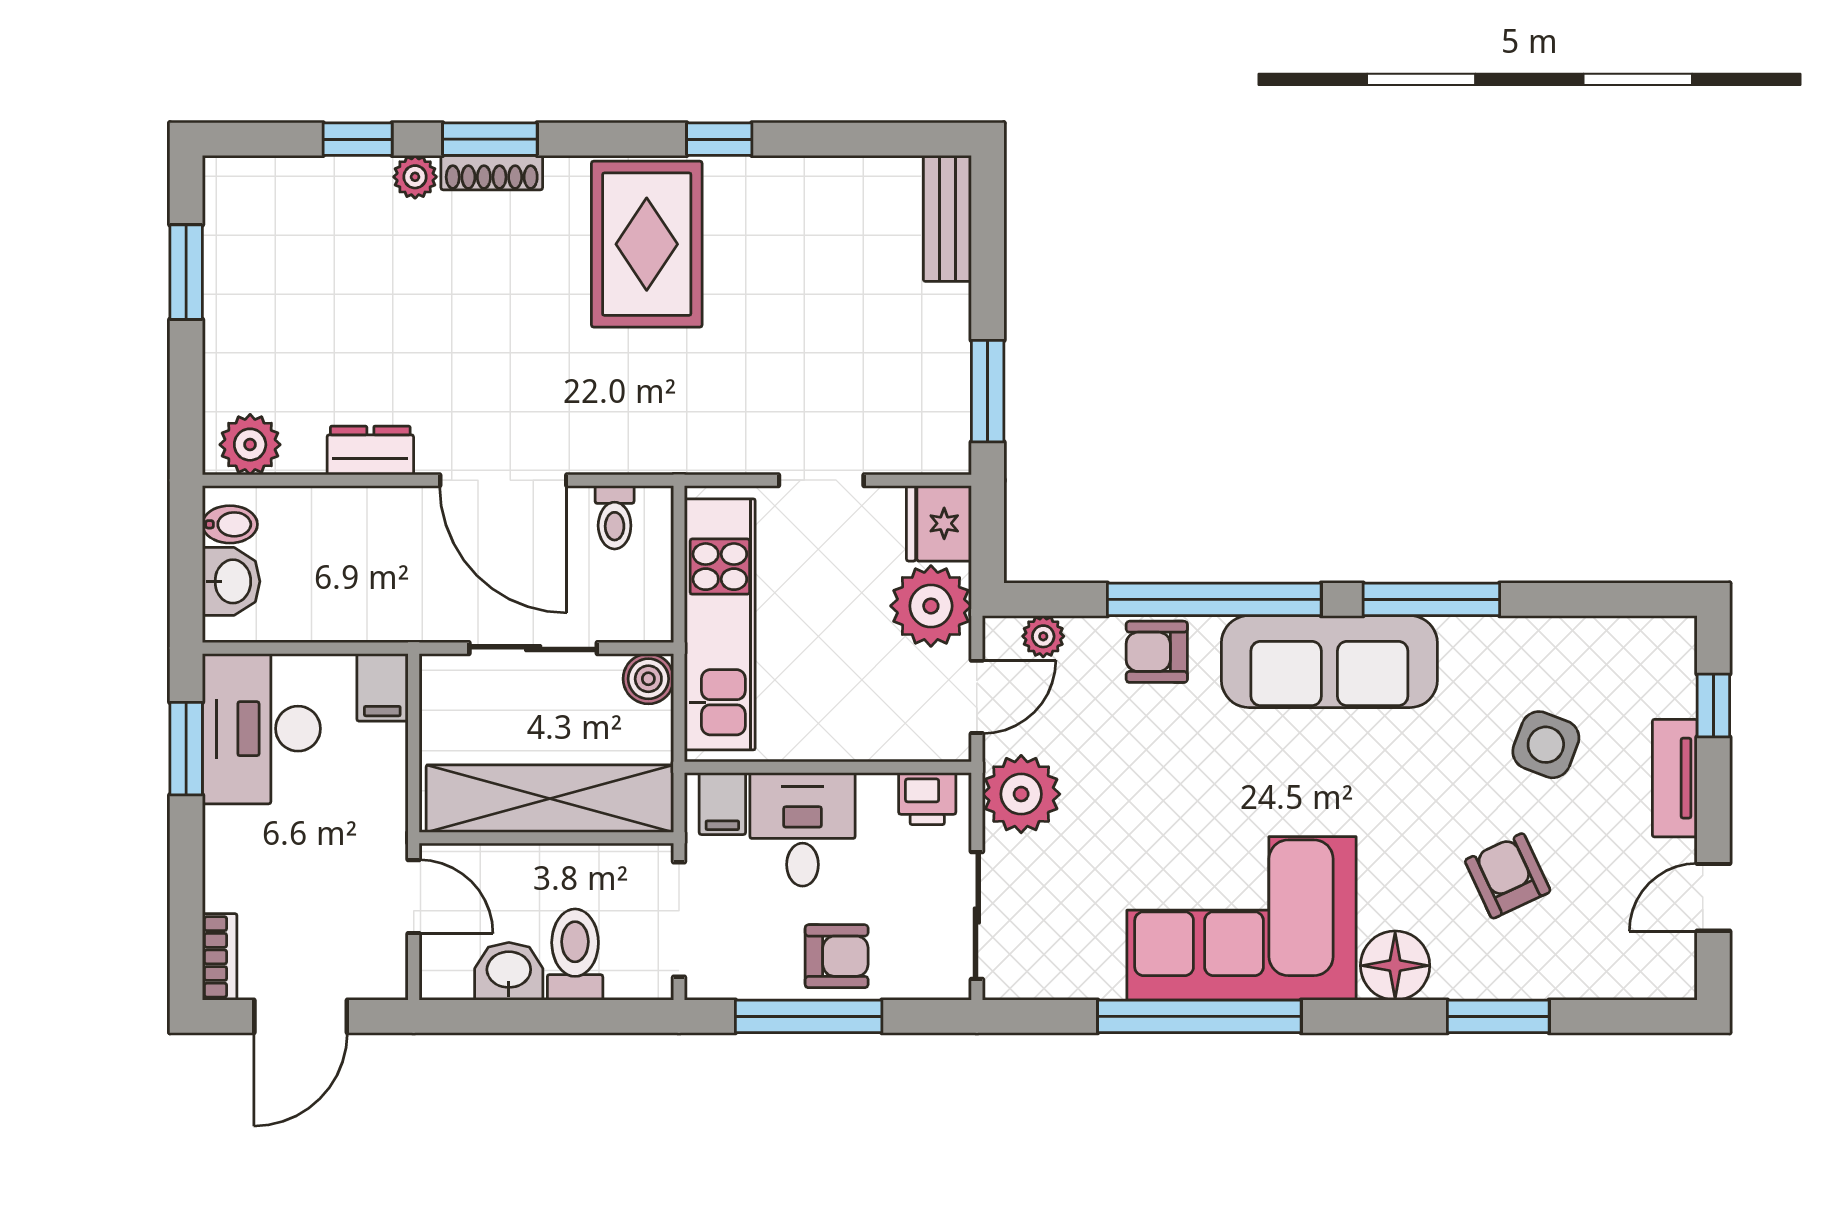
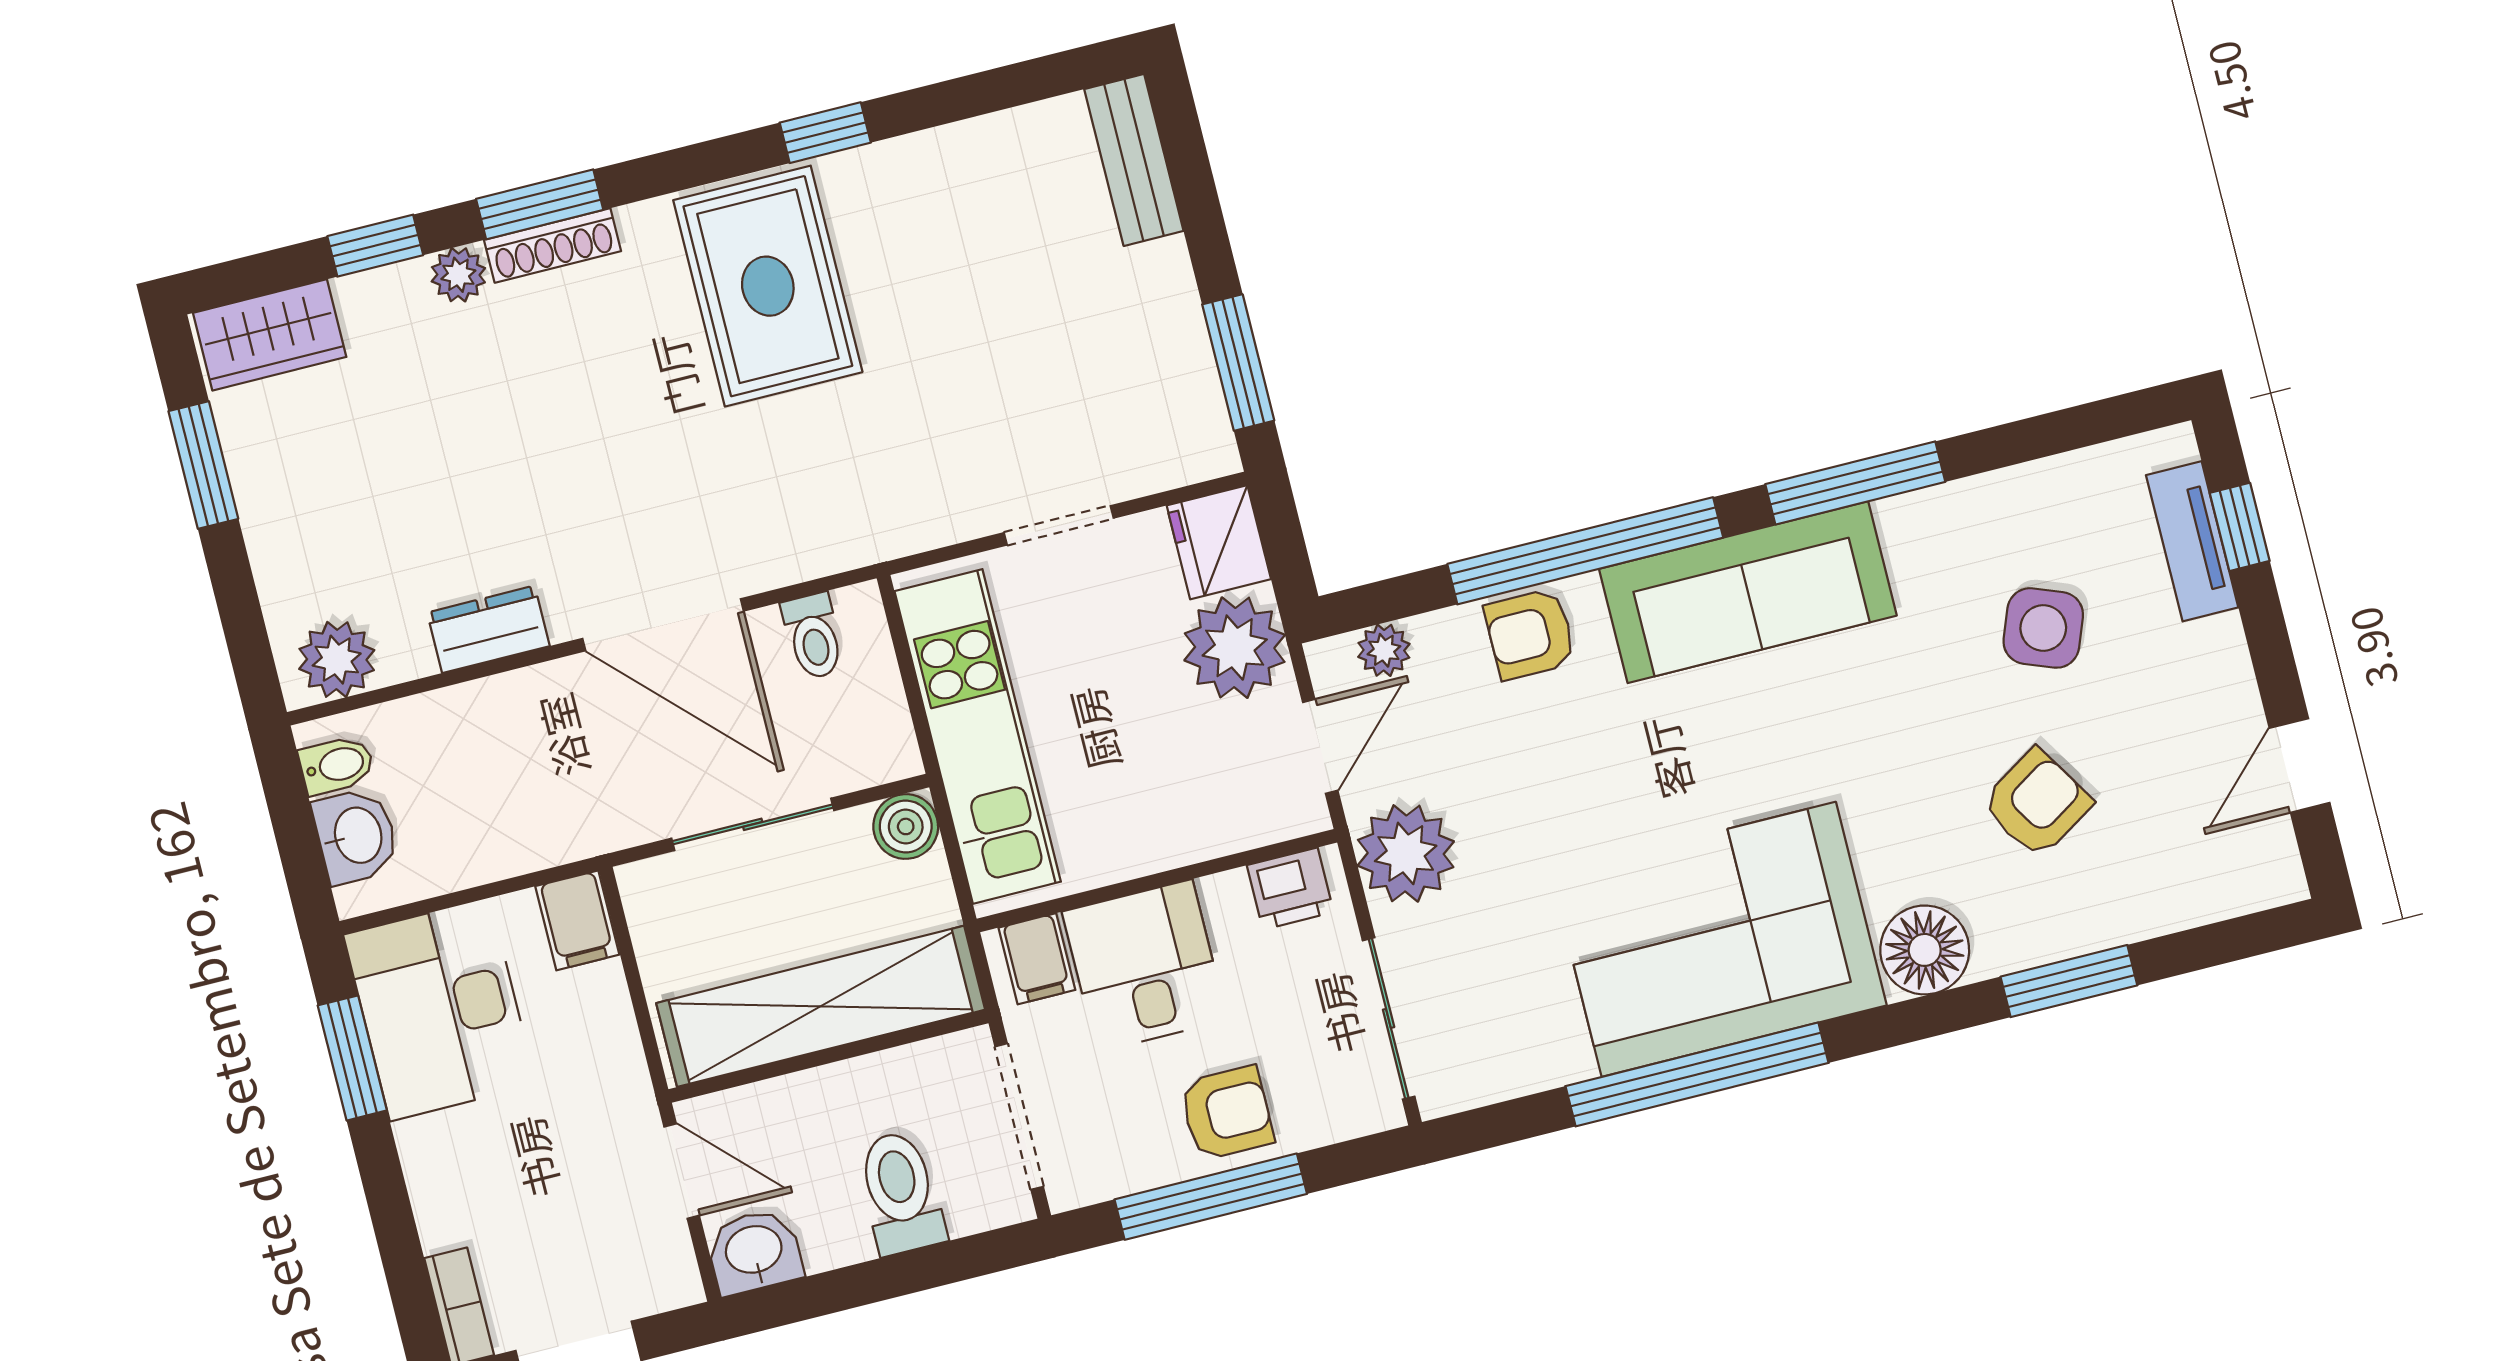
wardrobe: (261, 186) -> (270, 335), added
tv unit: (1675, 778) -> (2192, 541), moved
armchair: (1508, 876) -> (2037, 803), turned 83
washbasin: (509, 971) -> (754, 1252), moved

